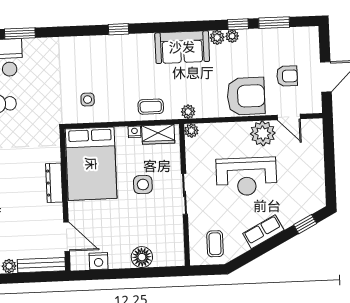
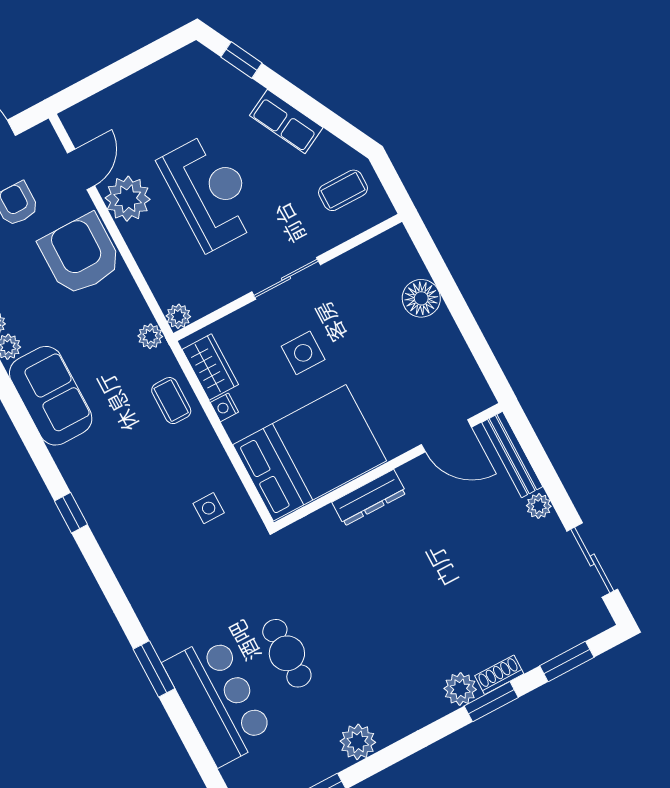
door: (67, 237) -> (446, 436), swing flipped
nightstand: (99, 261) -> (461, 365), removed

